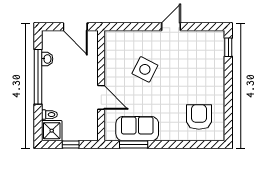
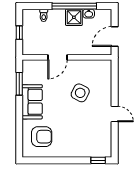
sofa: (137, 129) -> (32, 102), moved
shower: (52, 131) -> (74, 17), moved

